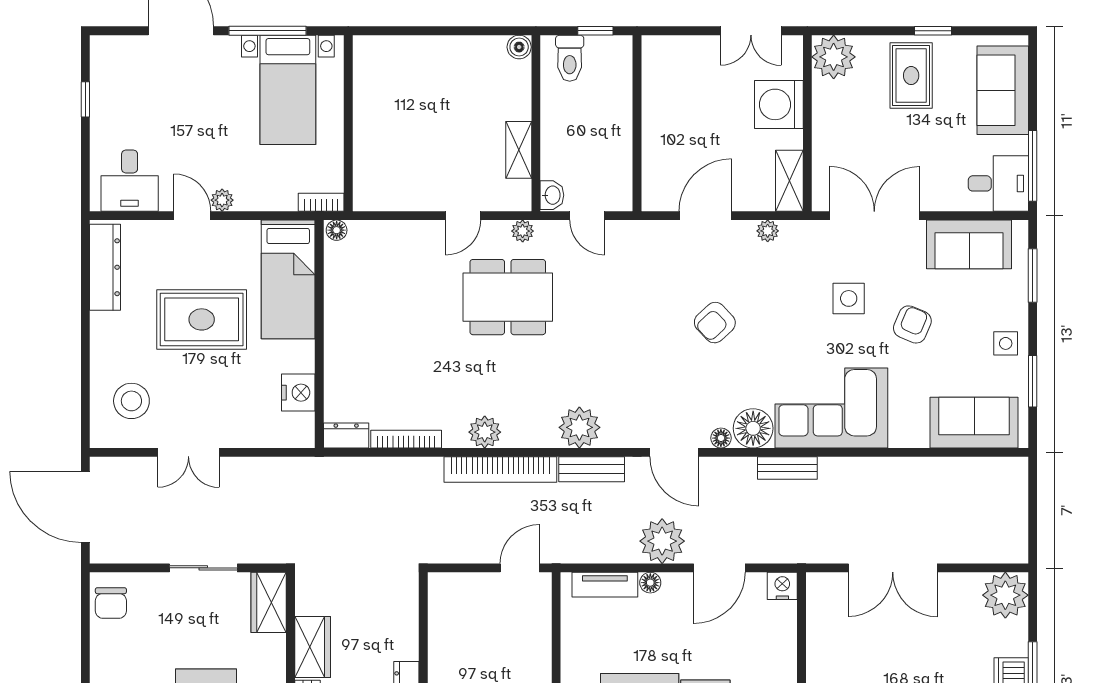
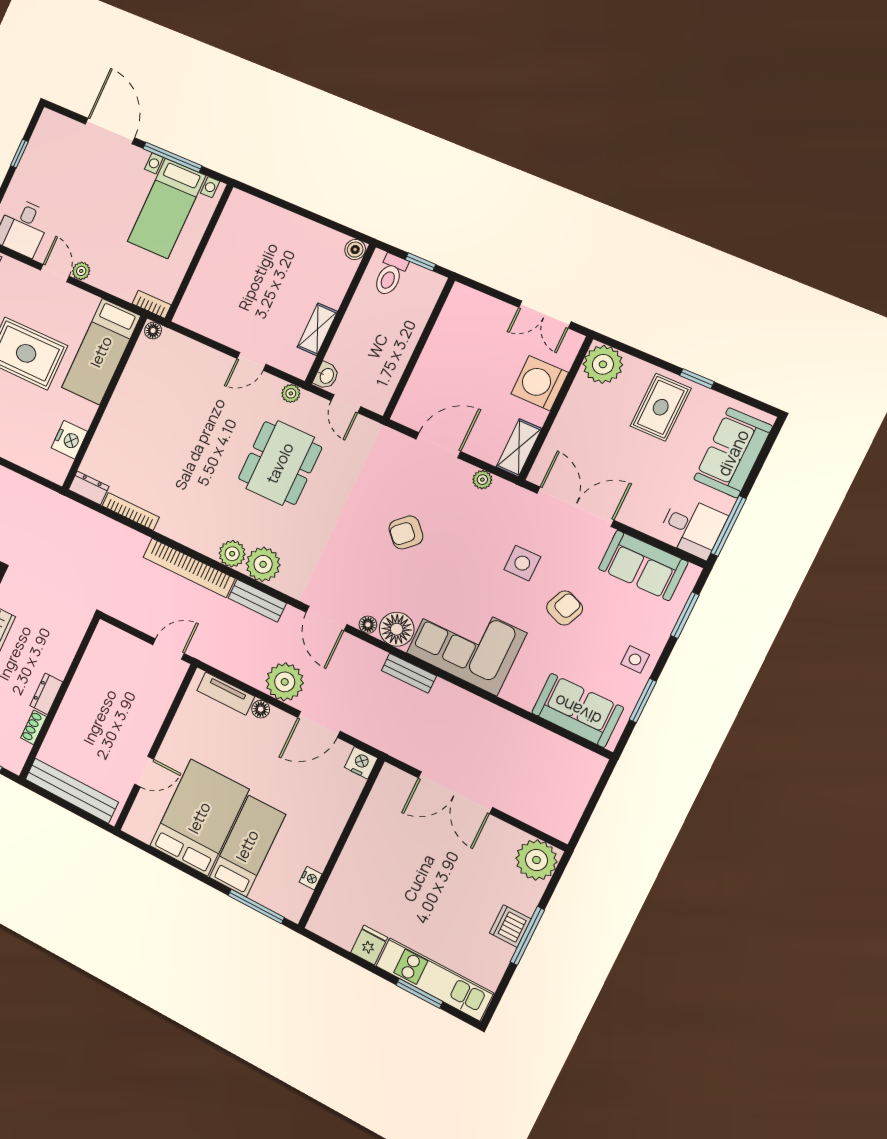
dining table: (508, 297) -> (280, 463), moved, turned 90
plant: (485, 432) -> (232, 554), moved

